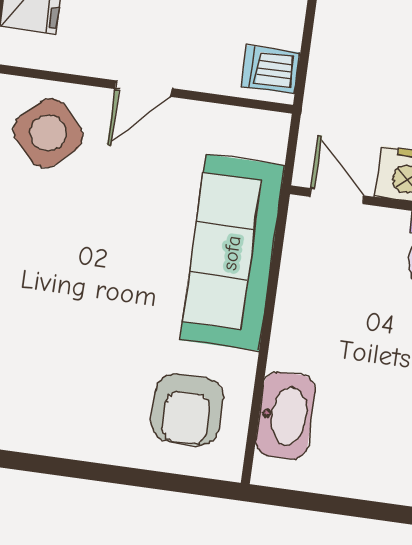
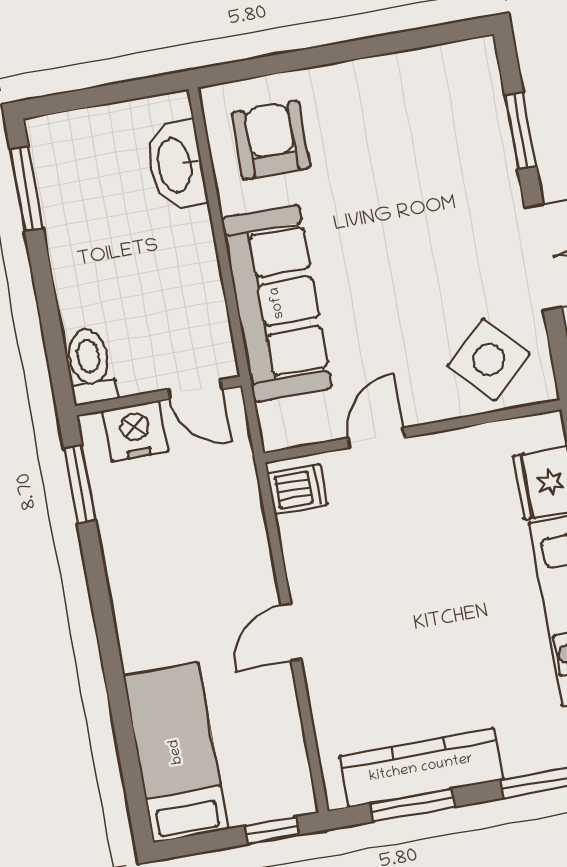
door: (143, 89) -> (377, 438), moved

